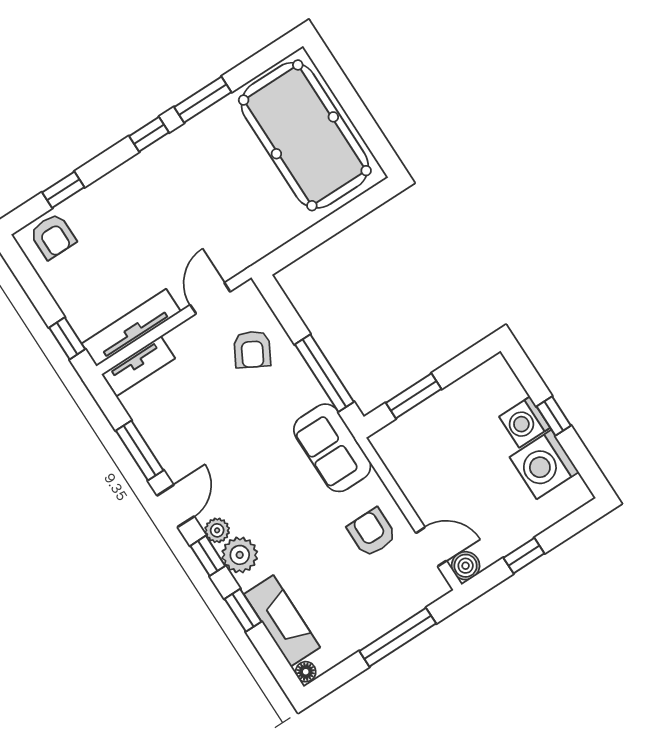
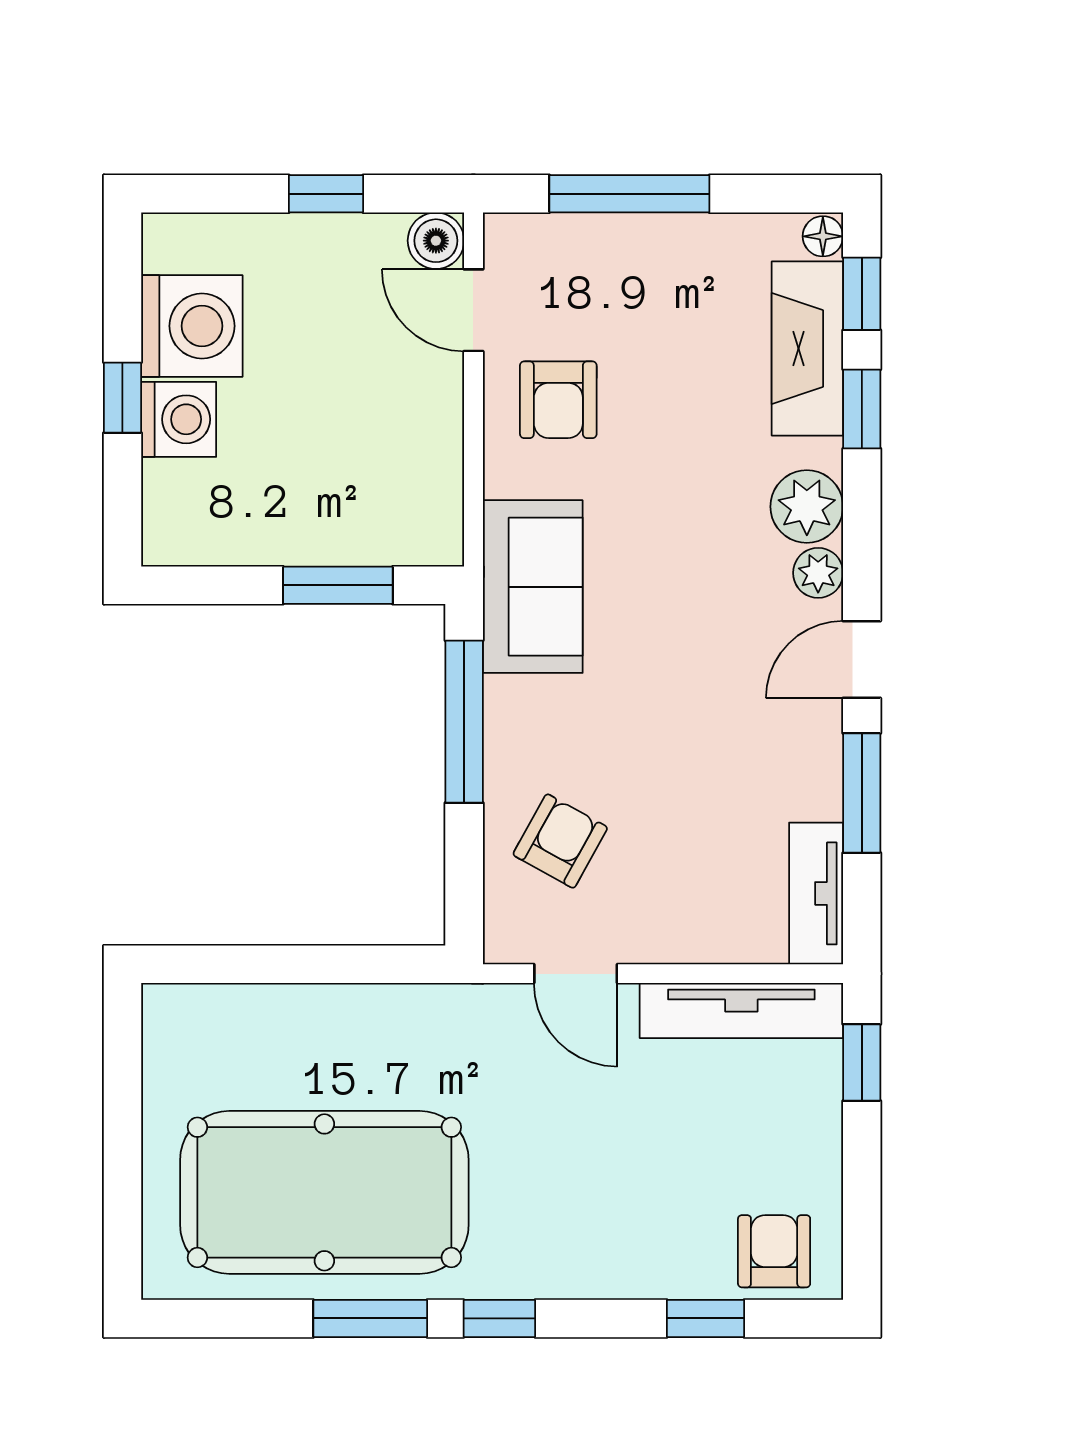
pool table: (305, 135) -> (324, 1192), moved, turned 90
door: (210, 298) -> (576, 974), hinge flipped
tv unit: (139, 366) -> (816, 893), moved, turned -90
window: (208, 556) -> (862, 294), moved

